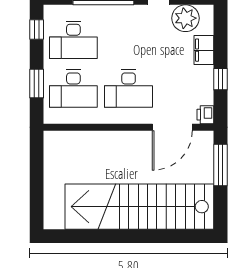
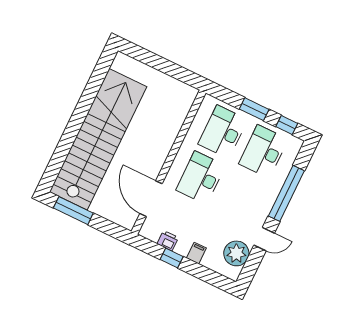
filing cabinet: (204, 50) -> (196, 253), width x0.50
window: (37, 84) -> (254, 109), moved
printer: (205, 115) -> (168, 241), moved
window: (220, 165) -> (73, 211), moved

